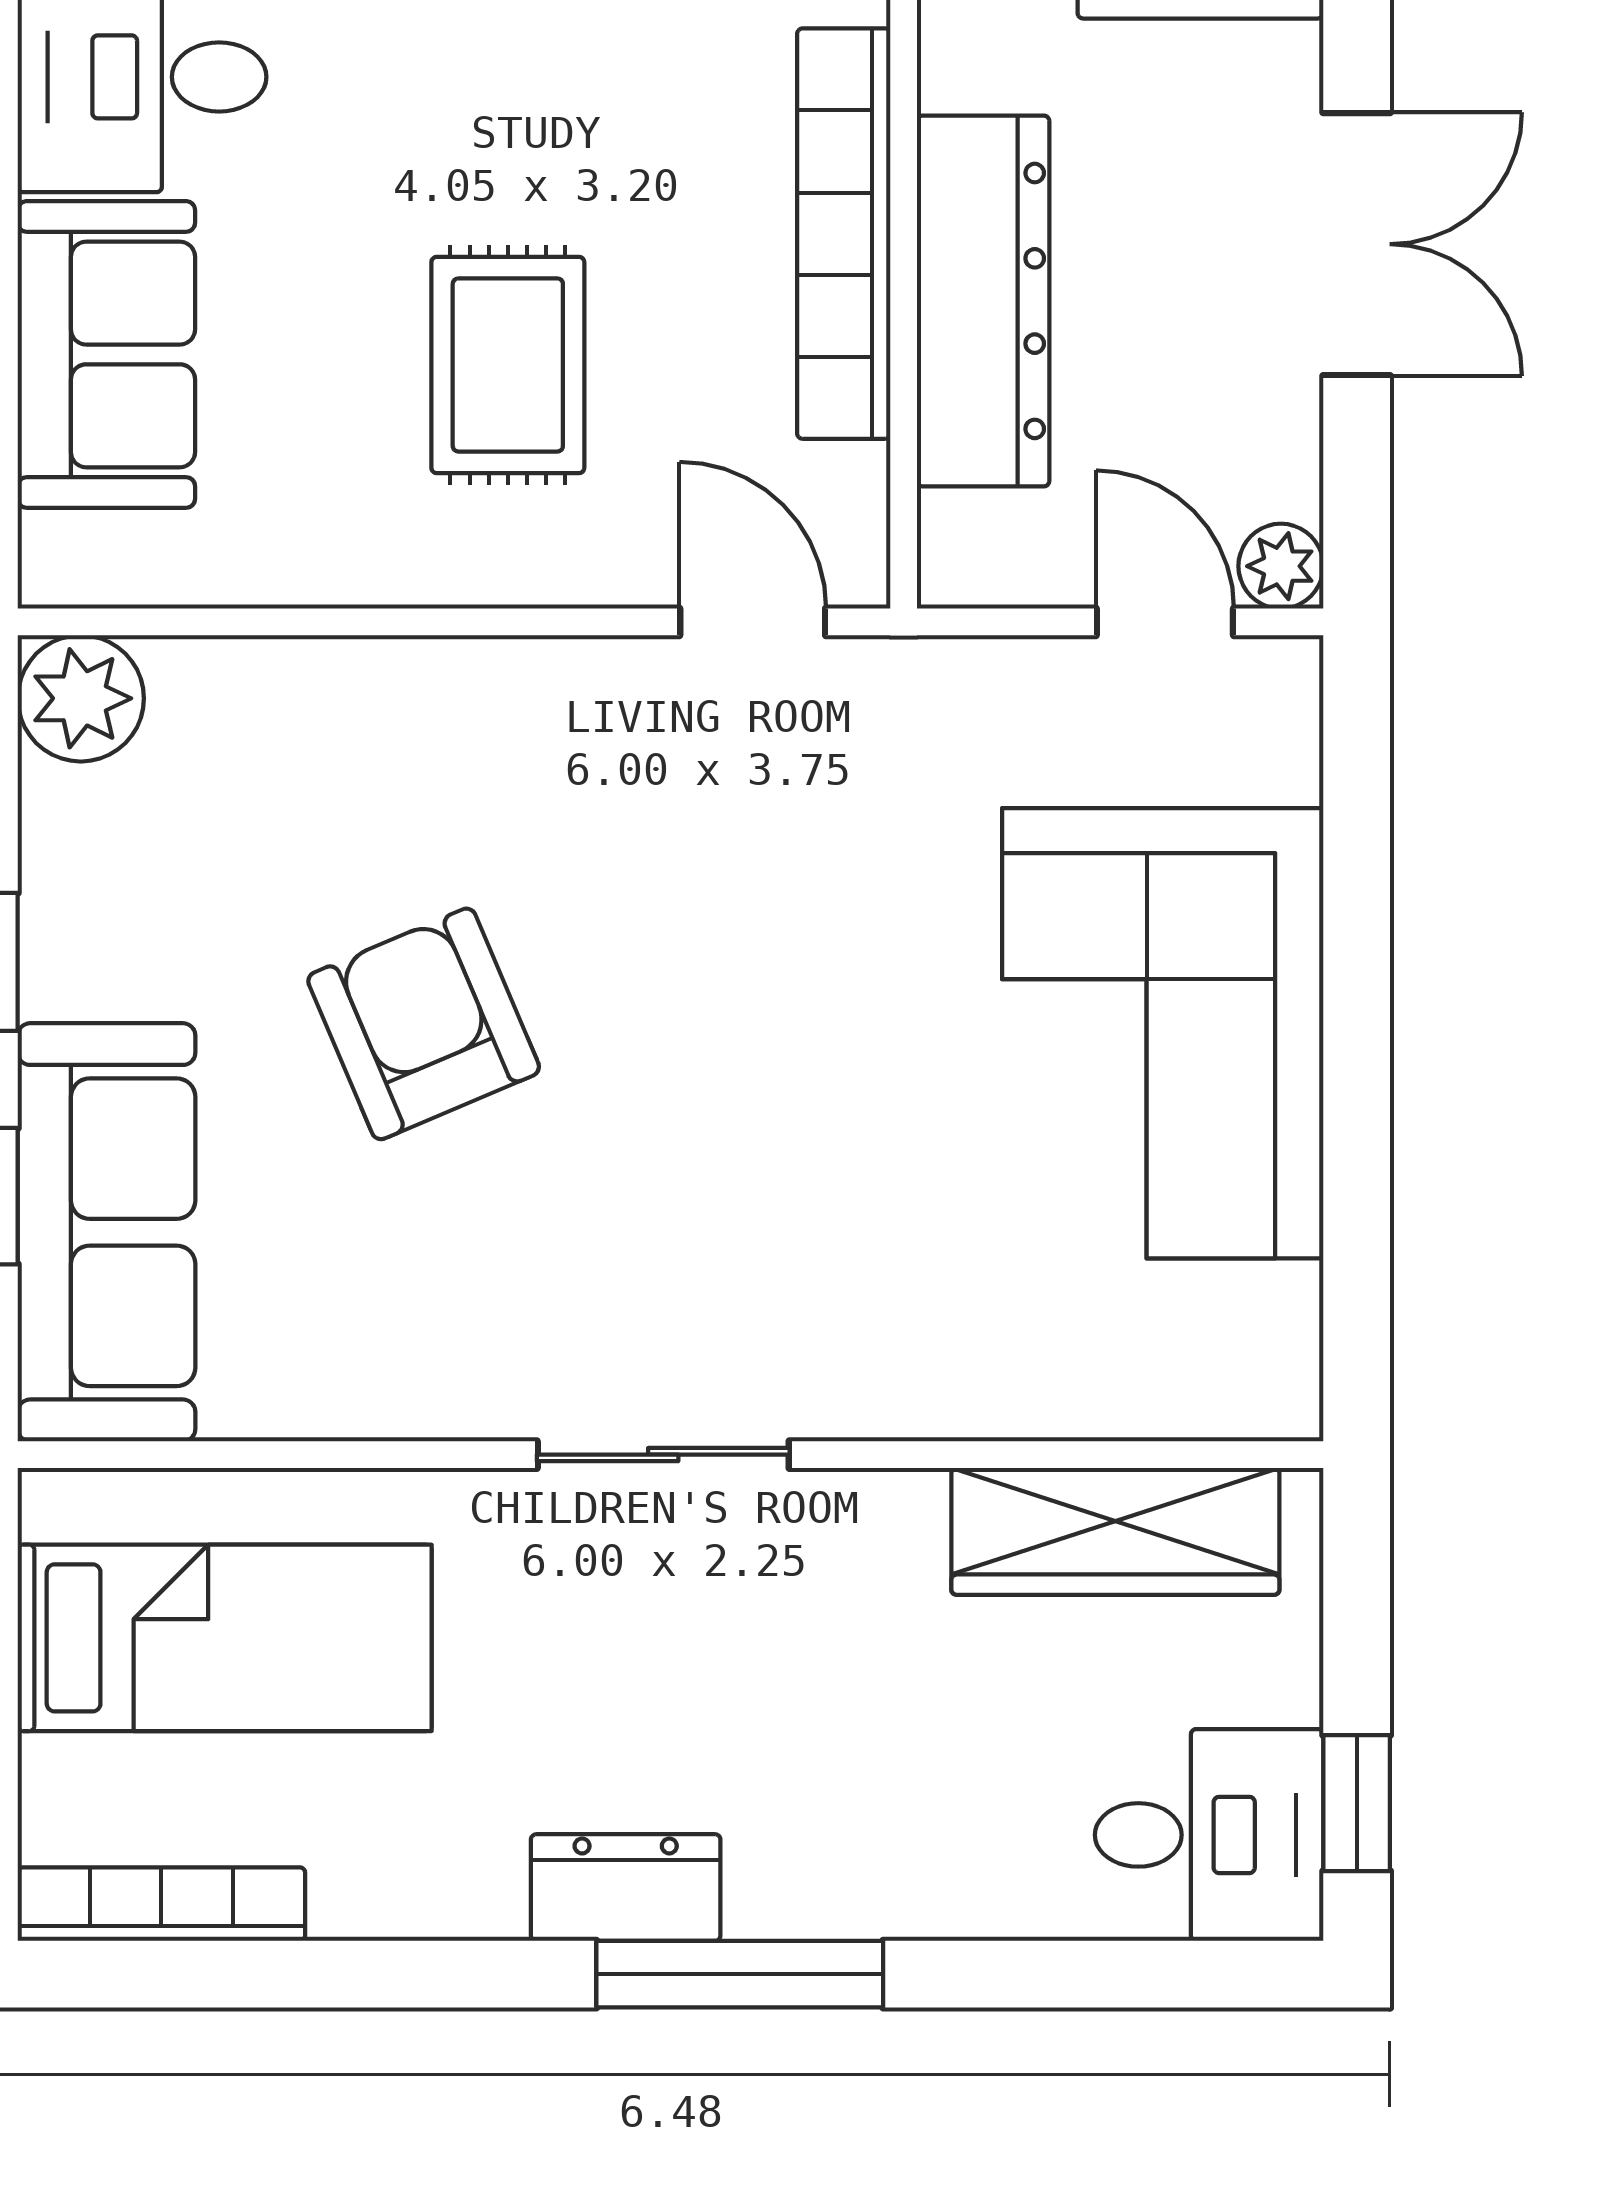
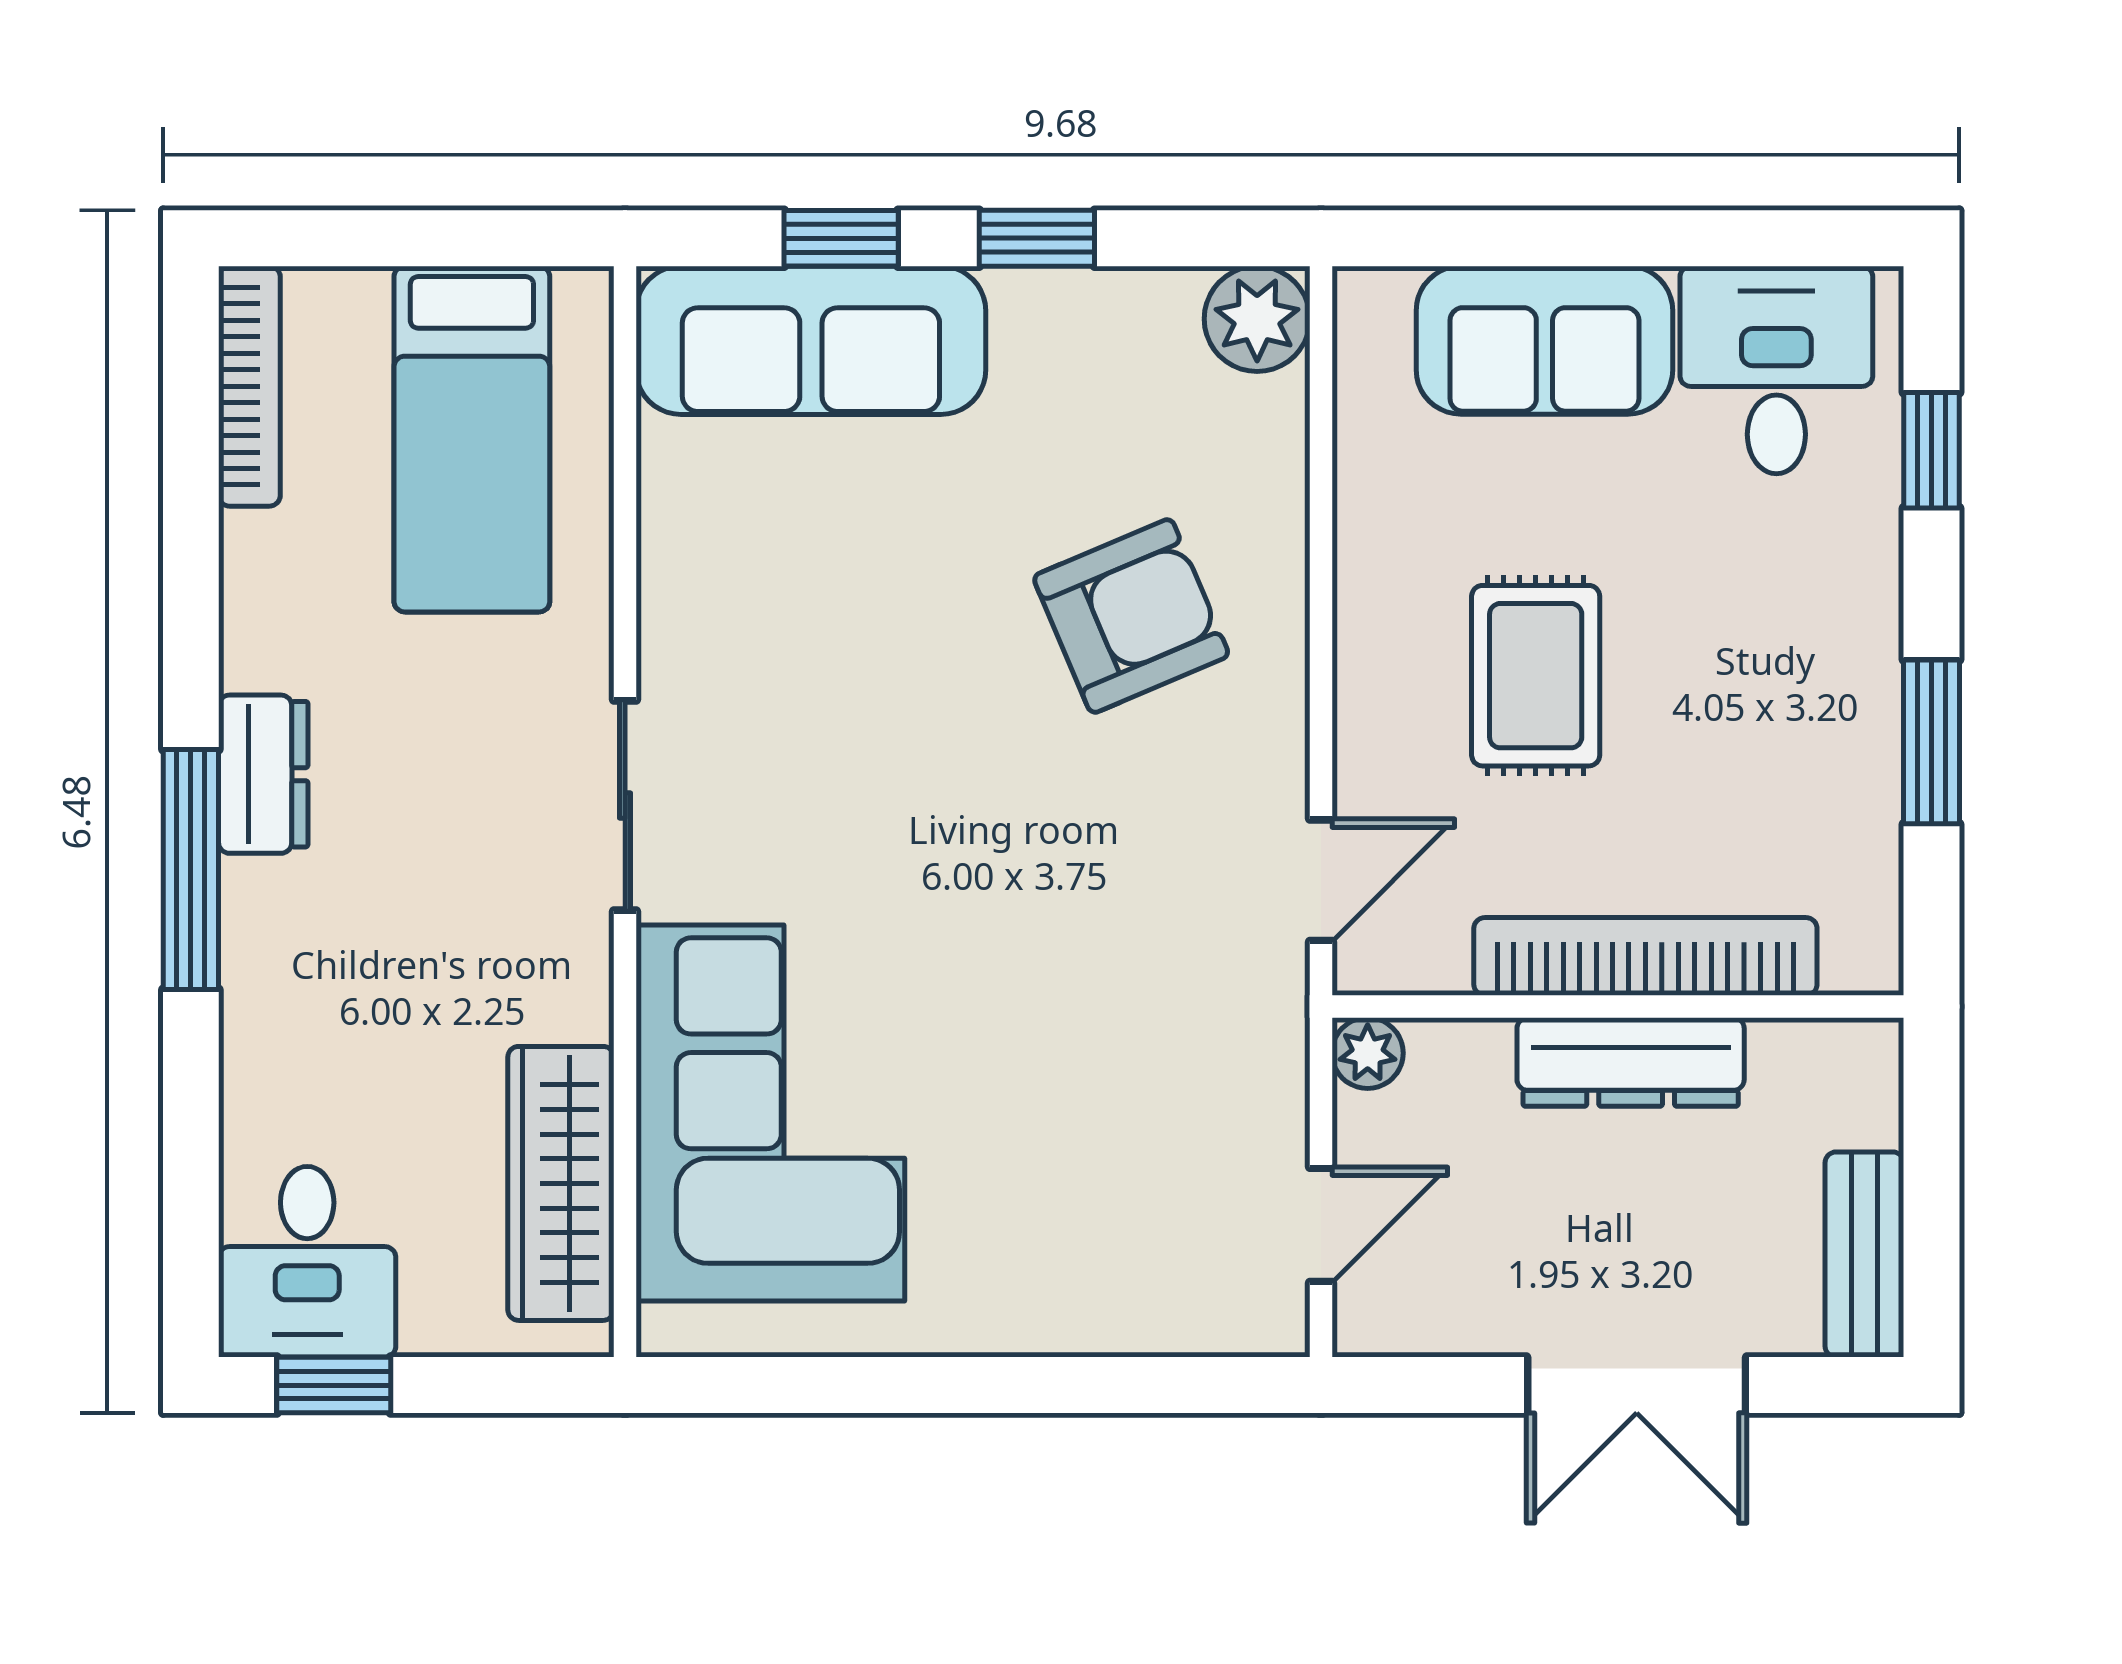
dresser: (983, 301) -> (1631, 1062), width x0.73, depth x0.80
rug: (508, 365) -> (1536, 676), turned 90
plant: (1281, 566) -> (1368, 1053), moved
armchair: (424, 1024) -> (1131, 616), moved
corner sofa: (1163, 1033) -> (770, 1113), moved, turned 90

